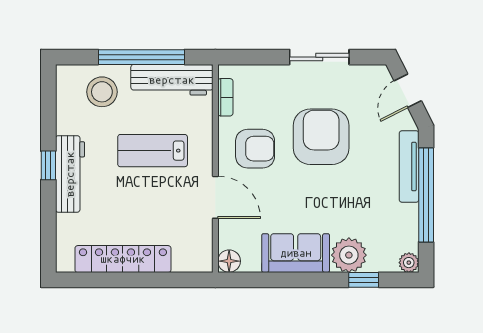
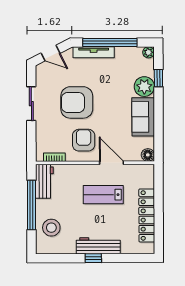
workbench: (172, 80) -> (44, 181), width x0.73
lab bench: (153, 151) -> (103, 195), moved, turned 90
door: (215, 197) -> (111, 163), hinge flipped

